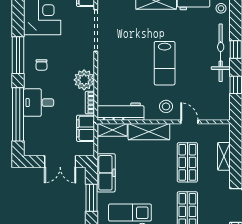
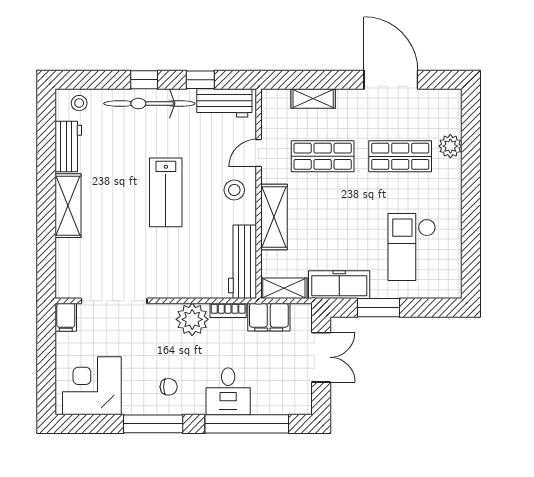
lab bench: (165, 63) -> (166, 192), turned 90
workbench: (221, 100) -> (224, 103), added
shelving: (112, 130) -> (284, 288), moved, turned 90

